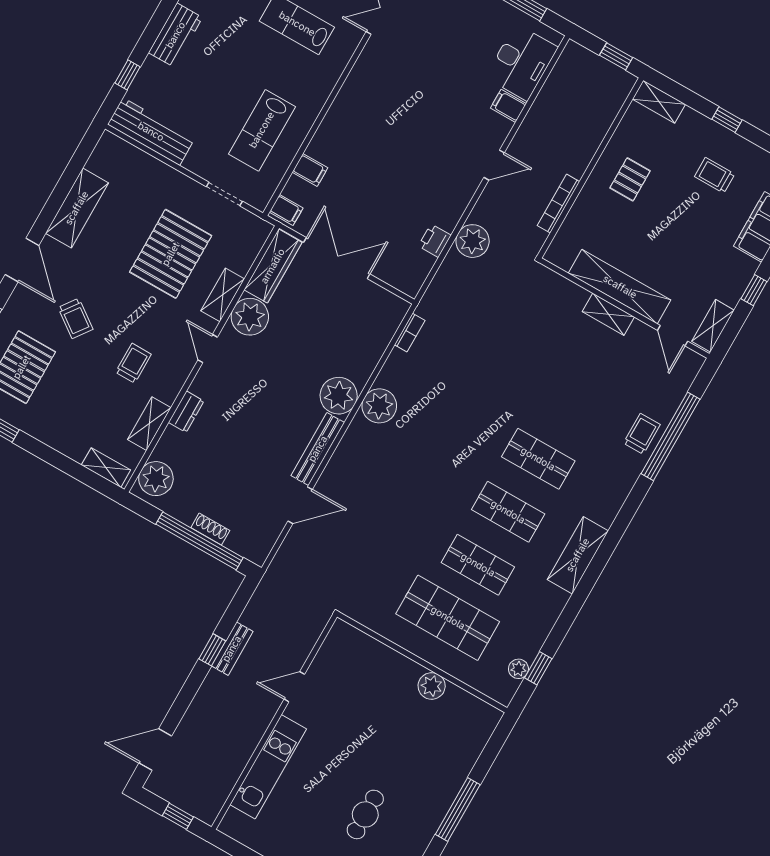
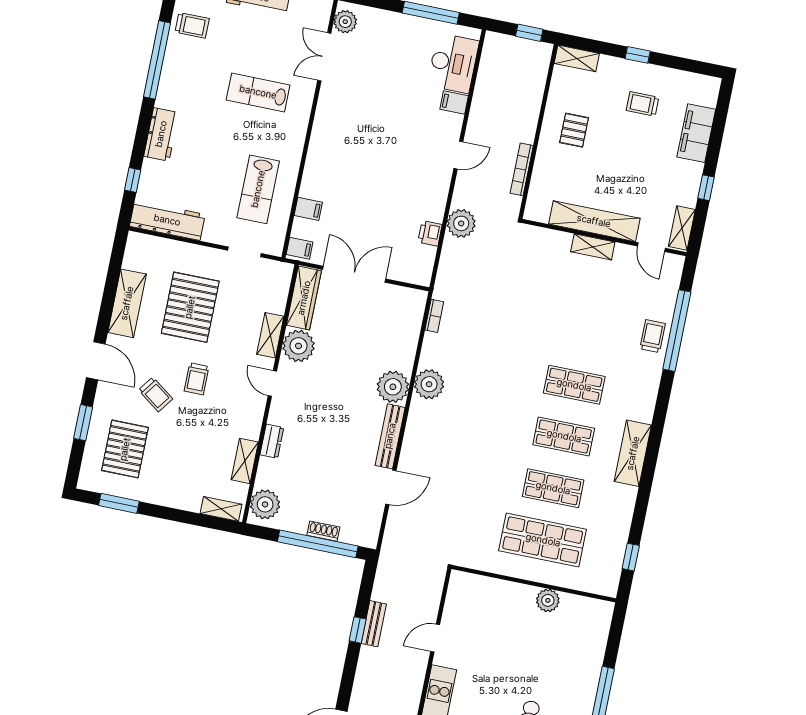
pallet: (171, 254) -> (190, 307), moved
trolley: (133, 363) -> (197, 379), moved, turned 180
plant: (518, 669) -> (615, 563), removed

